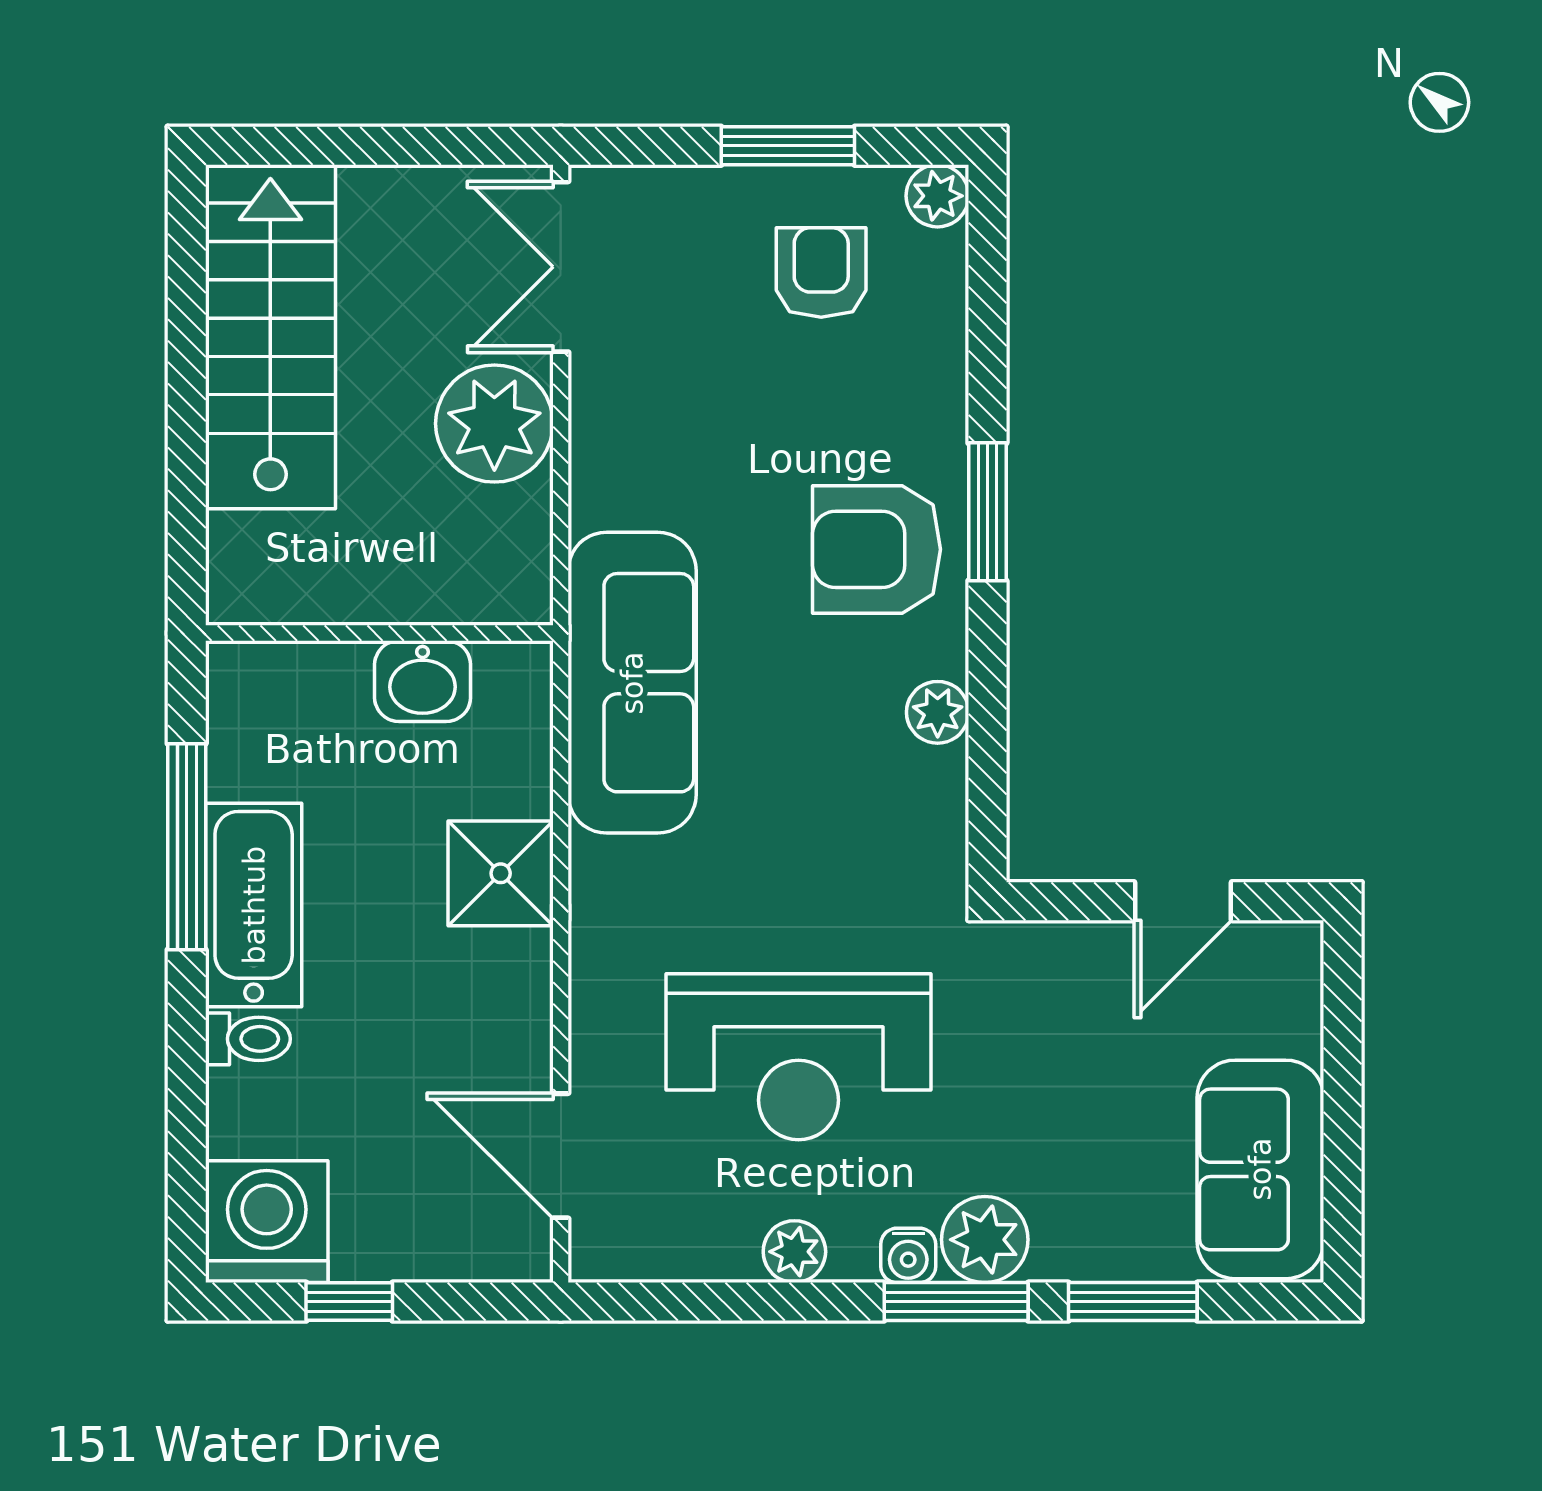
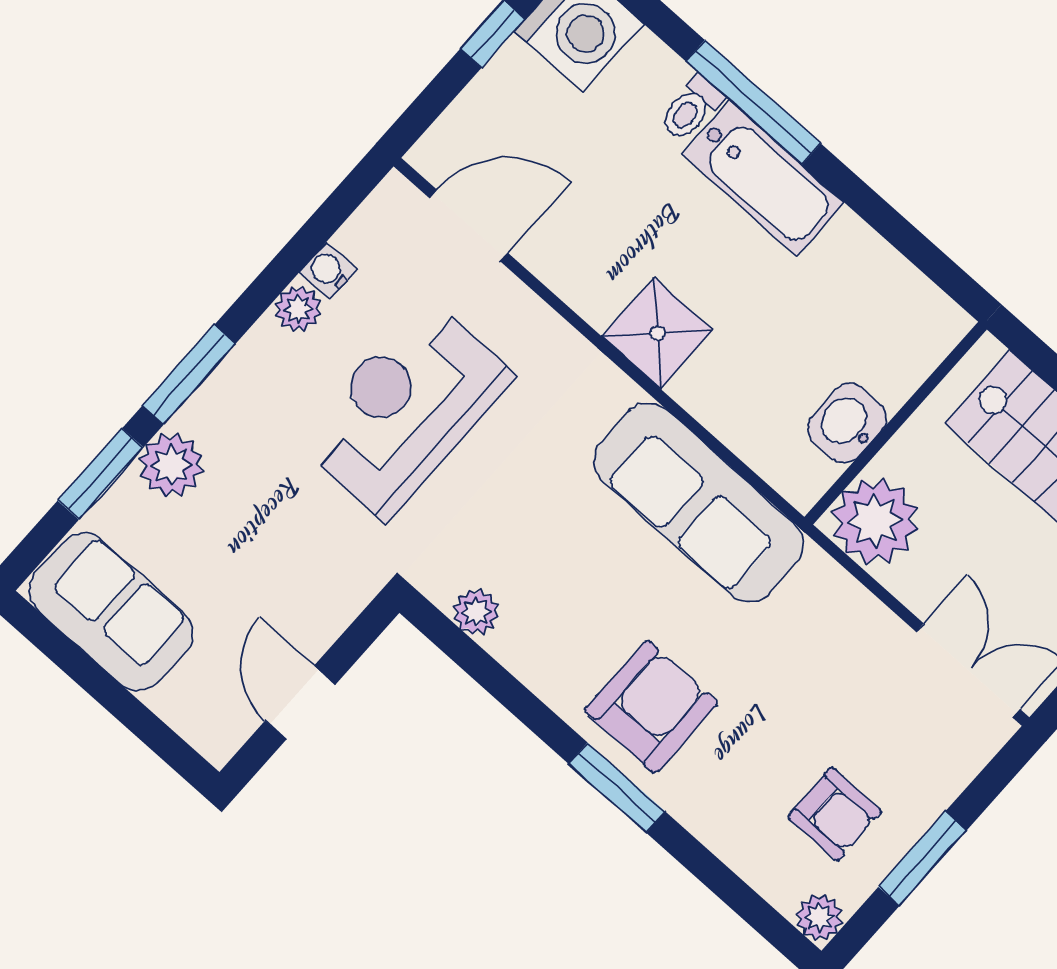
plant: (494, 424) -> (875, 521), moved
wall: (379, 633) -> (896, 423), moved
washbasin: (423, 681) -> (847, 423), moved
plant: (938, 712) -> (476, 612), moved
window: (187, 847) -> (753, 102), moved
plant: (985, 1240) -> (171, 465), moved
water cooler: (908, 1255) -> (328, 271), moved

